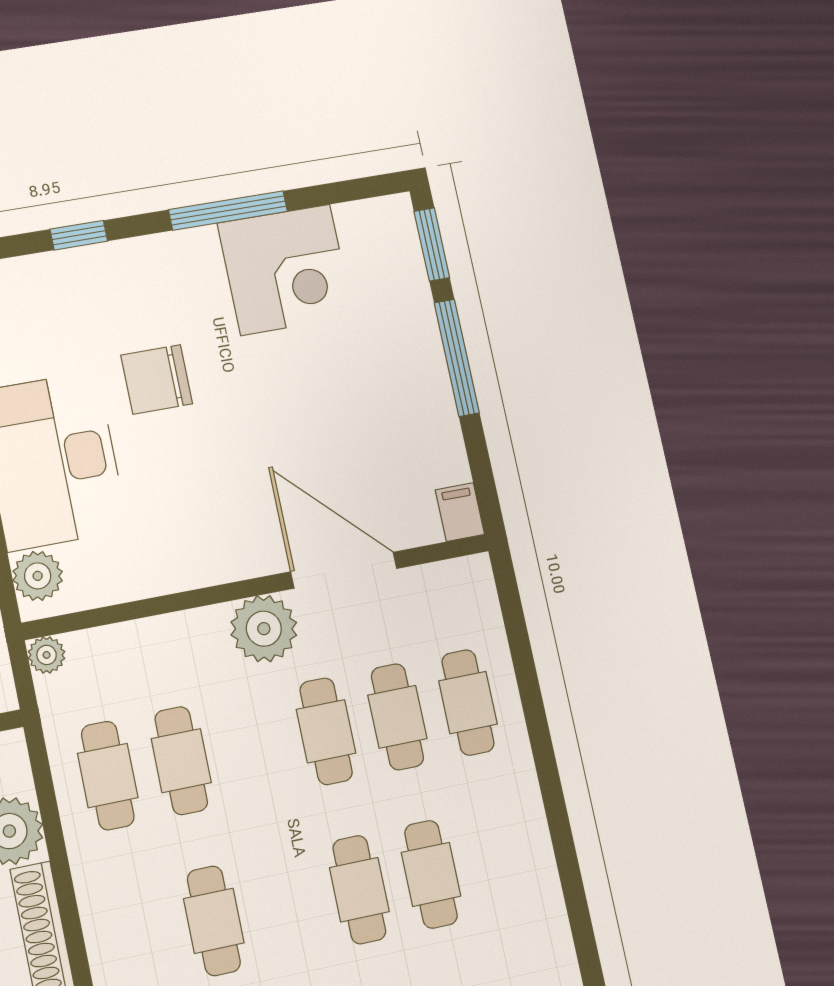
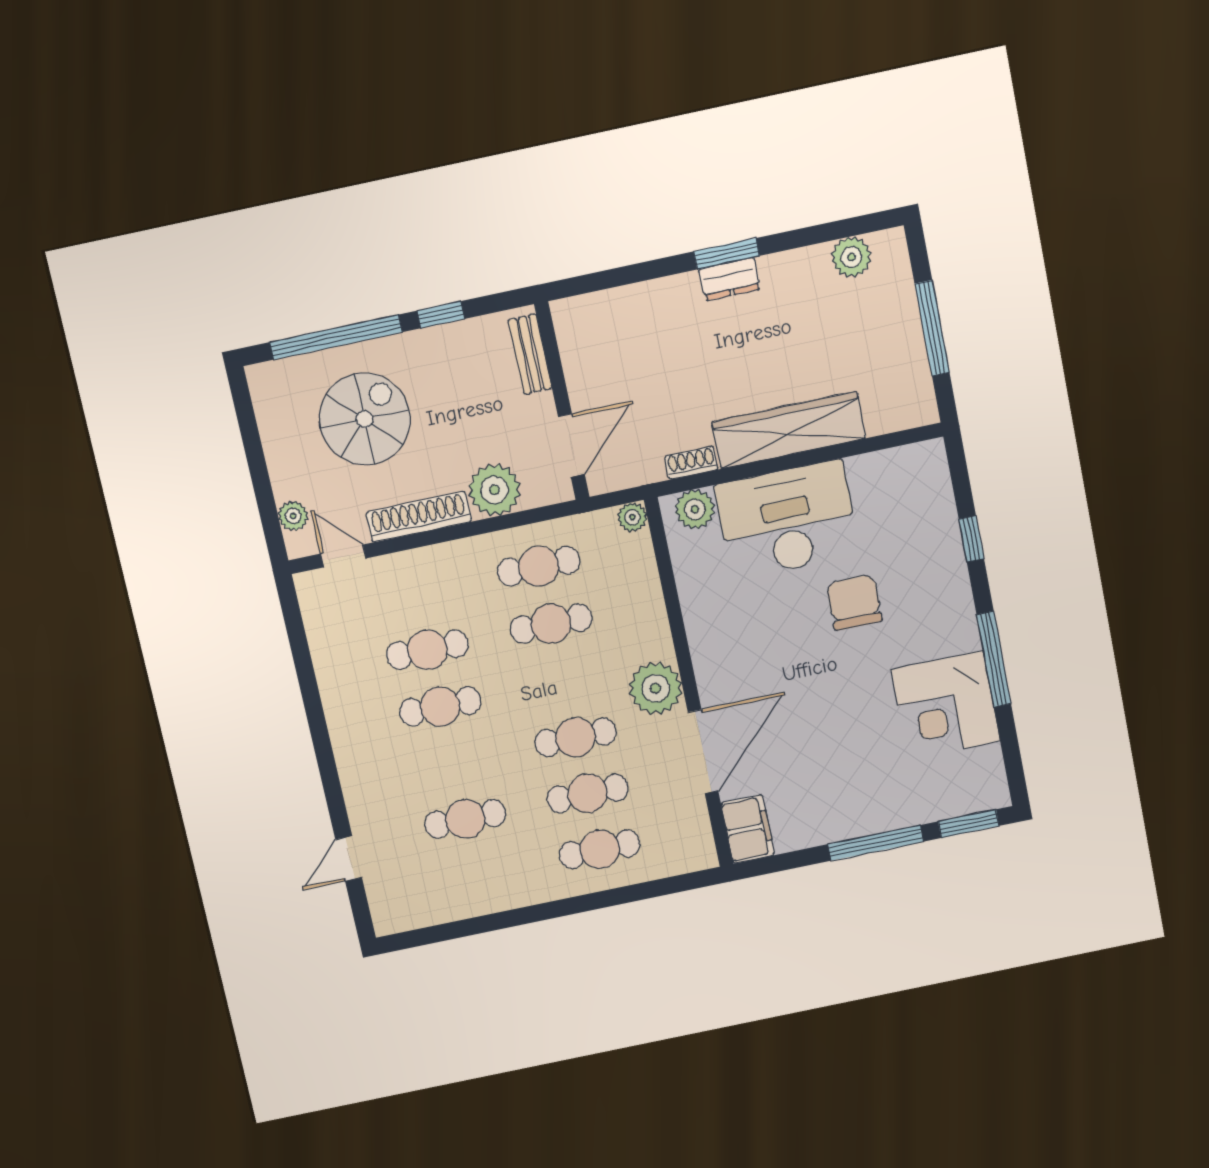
filing cabinet: (460, 512) -> (748, 829), width x2.00
cafe table: (359, 890) -> (440, 706), moved

